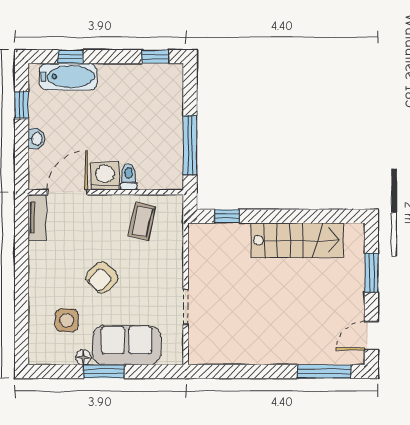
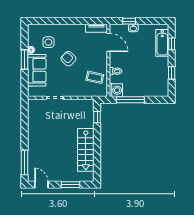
window: (155, 57) -> (172, 73), moved
window: (22, 105) -> (129, 21), moved
washing machine: (105, 176) -> (116, 90), moved

